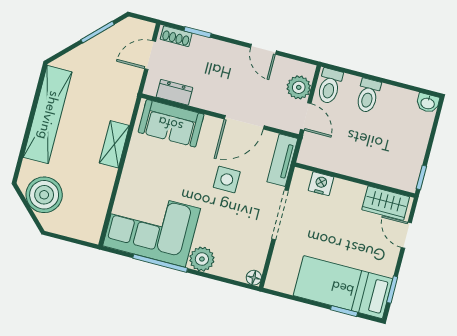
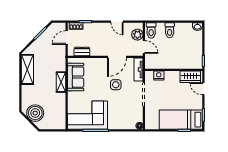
shelving: (48, 115) -> (27, 69), width x0.68
sofa: (171, 123) -> (76, 77), moved, turned -90
plant: (202, 259) -> (114, 123), removed

